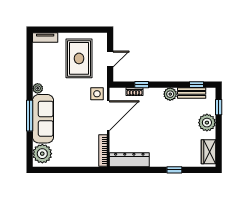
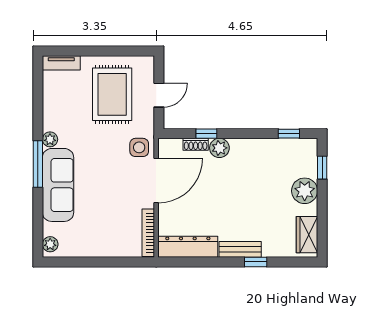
bench: (192, 93) -> (240, 249), moved
plant: (170, 94) -> (219, 148), moved
window: (30, 116) -> (38, 164), moved
plant: (42, 154) -> (50, 244), width x0.53, depth x0.53

